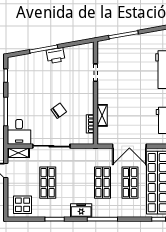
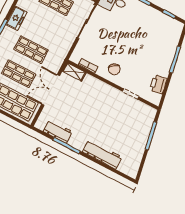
printer: (56, 56) -> (158, 84), moved
chair: (59, 111) -> (114, 69), moved
shelving: (102, 115) -> (74, 72), moved

